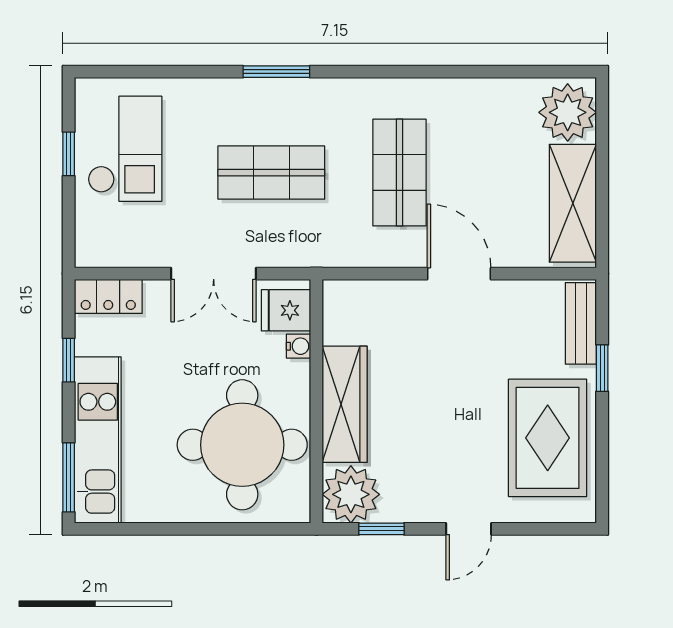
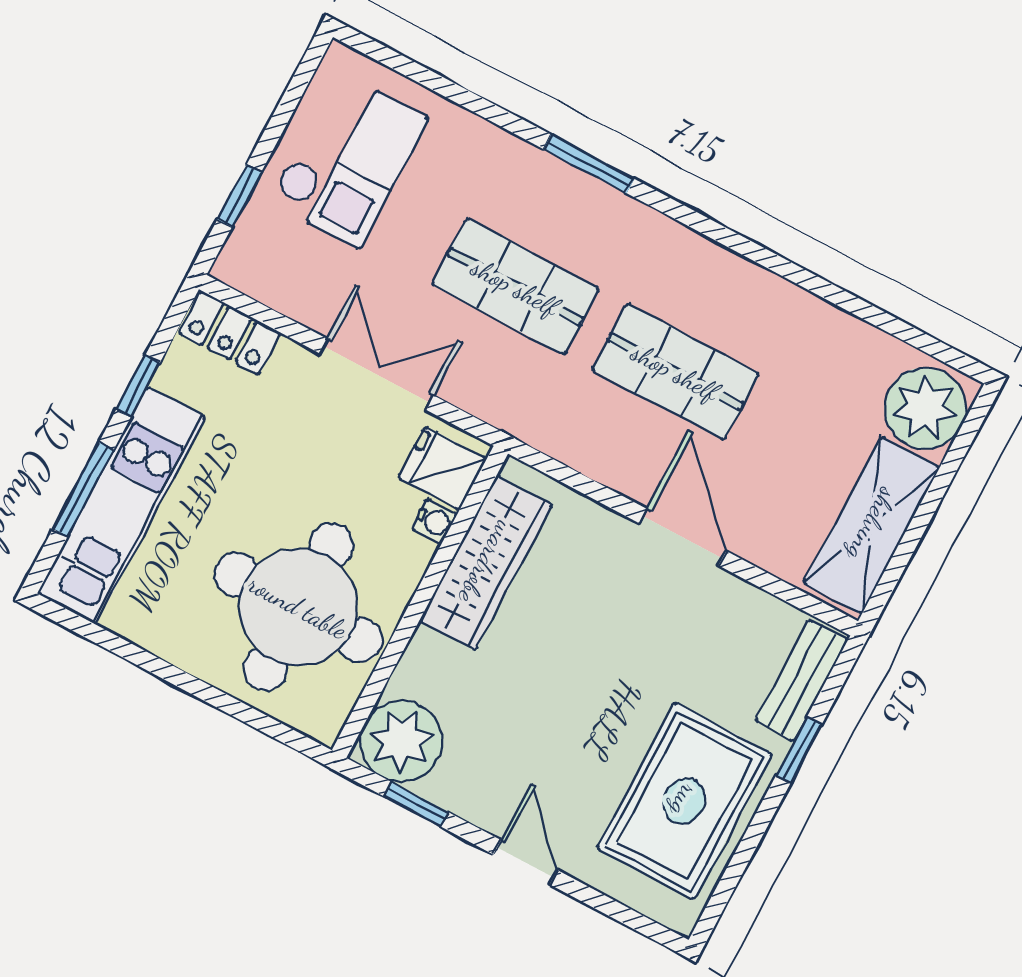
window: (69, 154) -> (239, 196), moved
shop shelf: (400, 173) -> (675, 372), turned 90
double door: (214, 274) -> (376, 374), swing flipped
wardrobe: (345, 404) -> (486, 563), moved
window: (69, 477) -> (83, 489), moved
door: (469, 529) -> (525, 862), swing flipped

